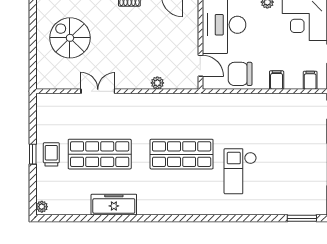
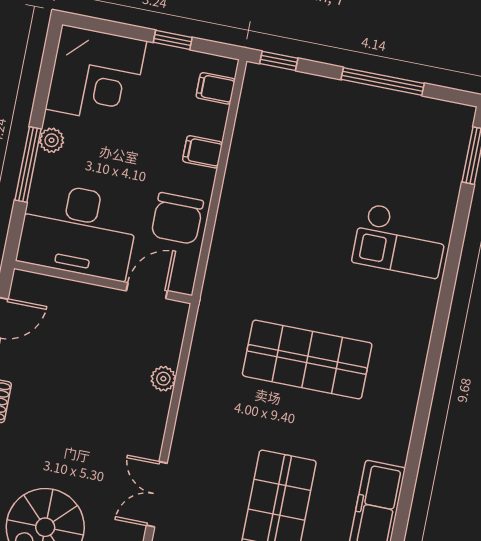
shop shelf: (182, 154) -> (307, 359), turned 90
checkout: (240, 171) -> (400, 241), moved

